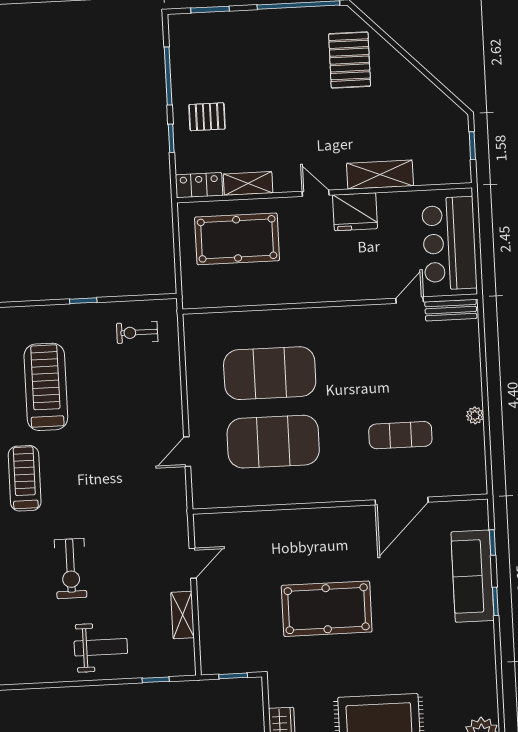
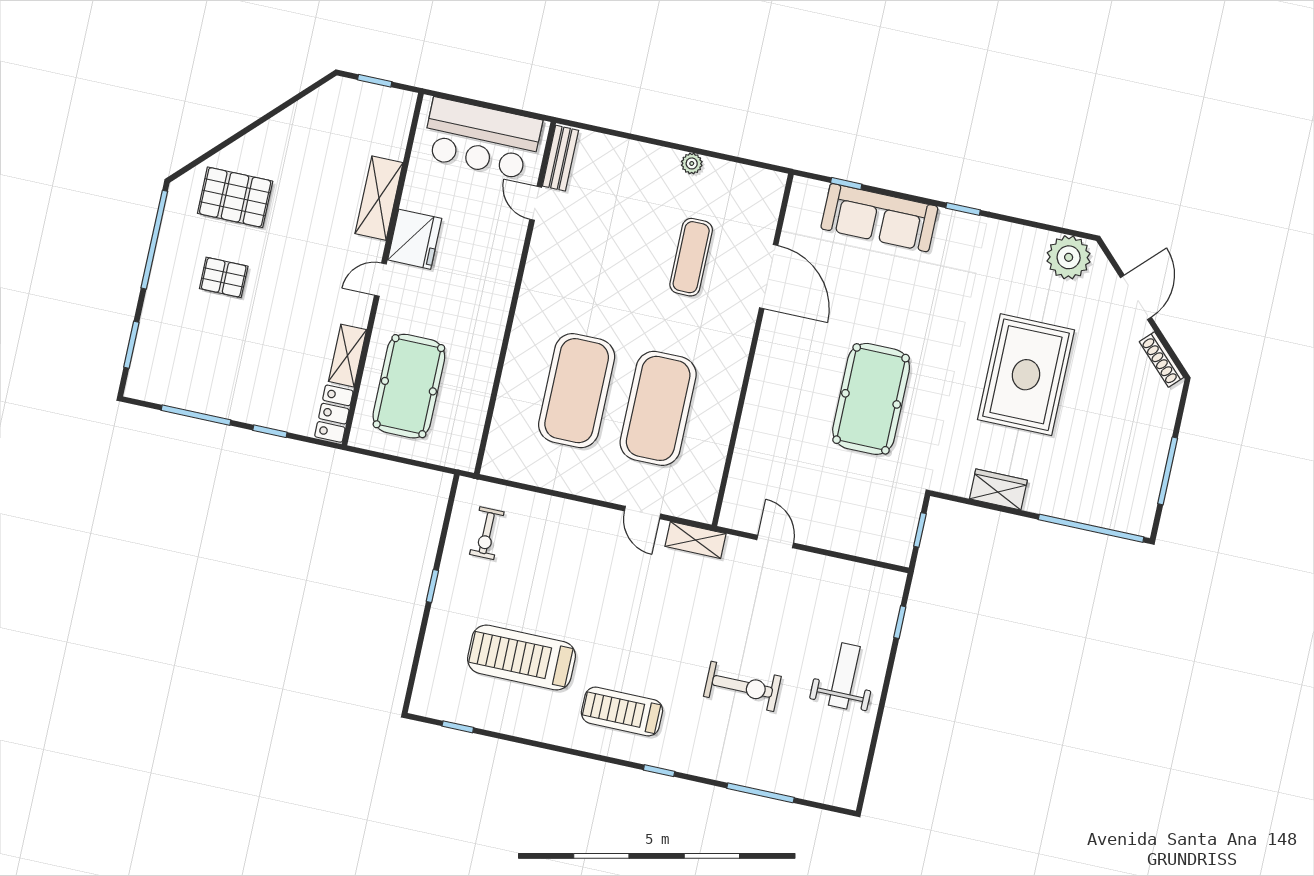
pallet: (207, 117) -> (224, 277), moved, turned 90
window: (495, 601) -> (963, 209), moved
shelving: (183, 615) -> (696, 540), moved

